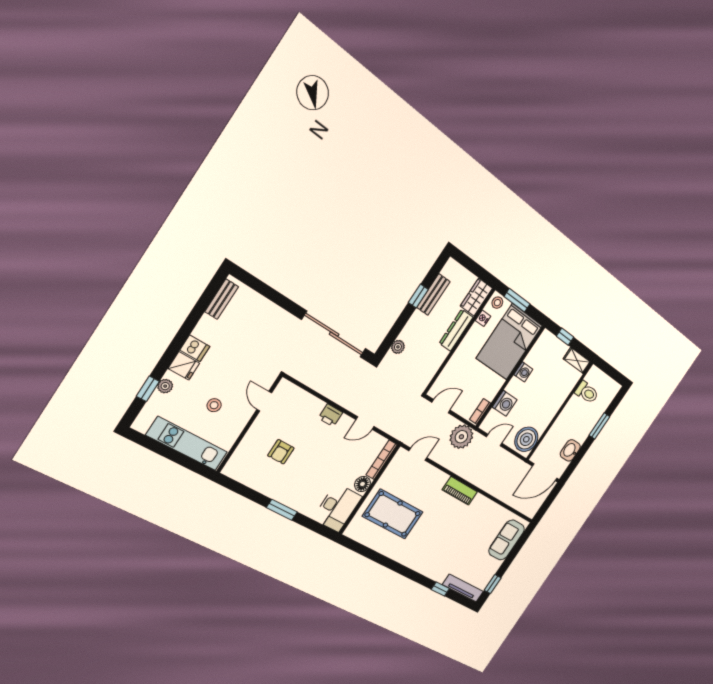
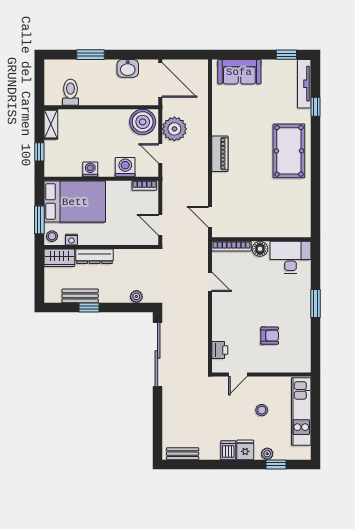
printer: (331, 415) -> (220, 350), moved
plant: (461, 437) -> (174, 129), moved
pool table: (393, 514) -> (289, 151), moved

